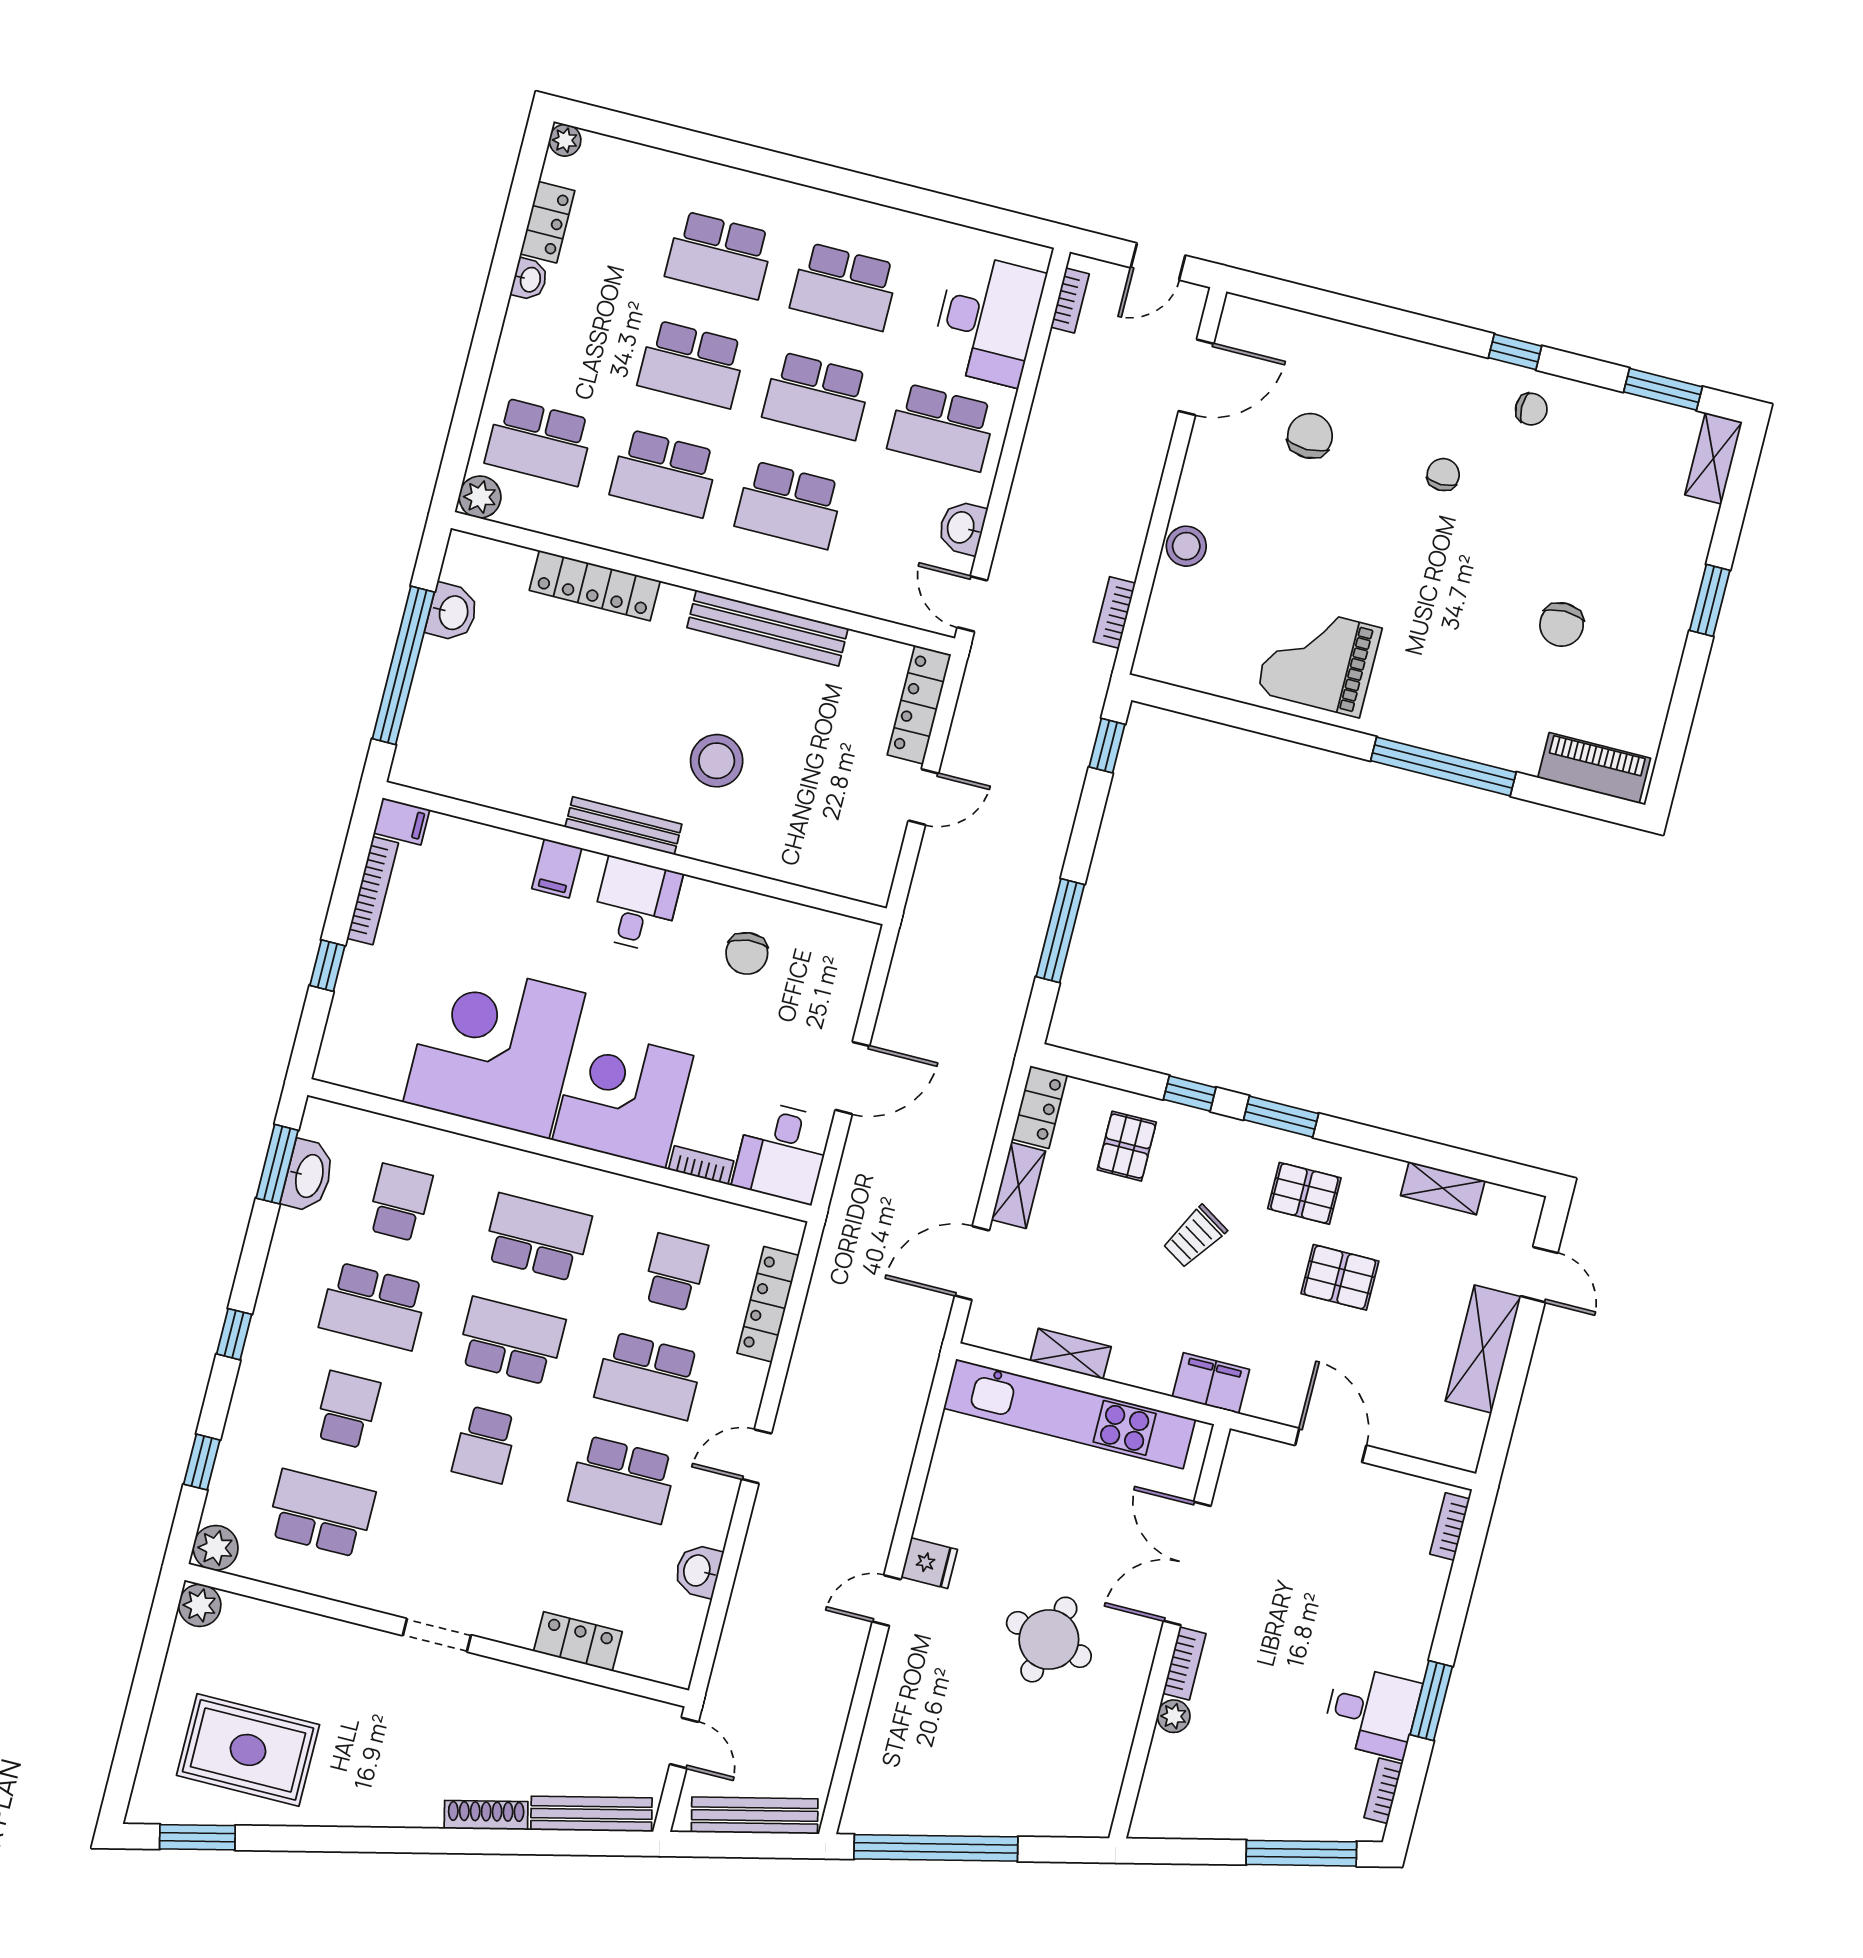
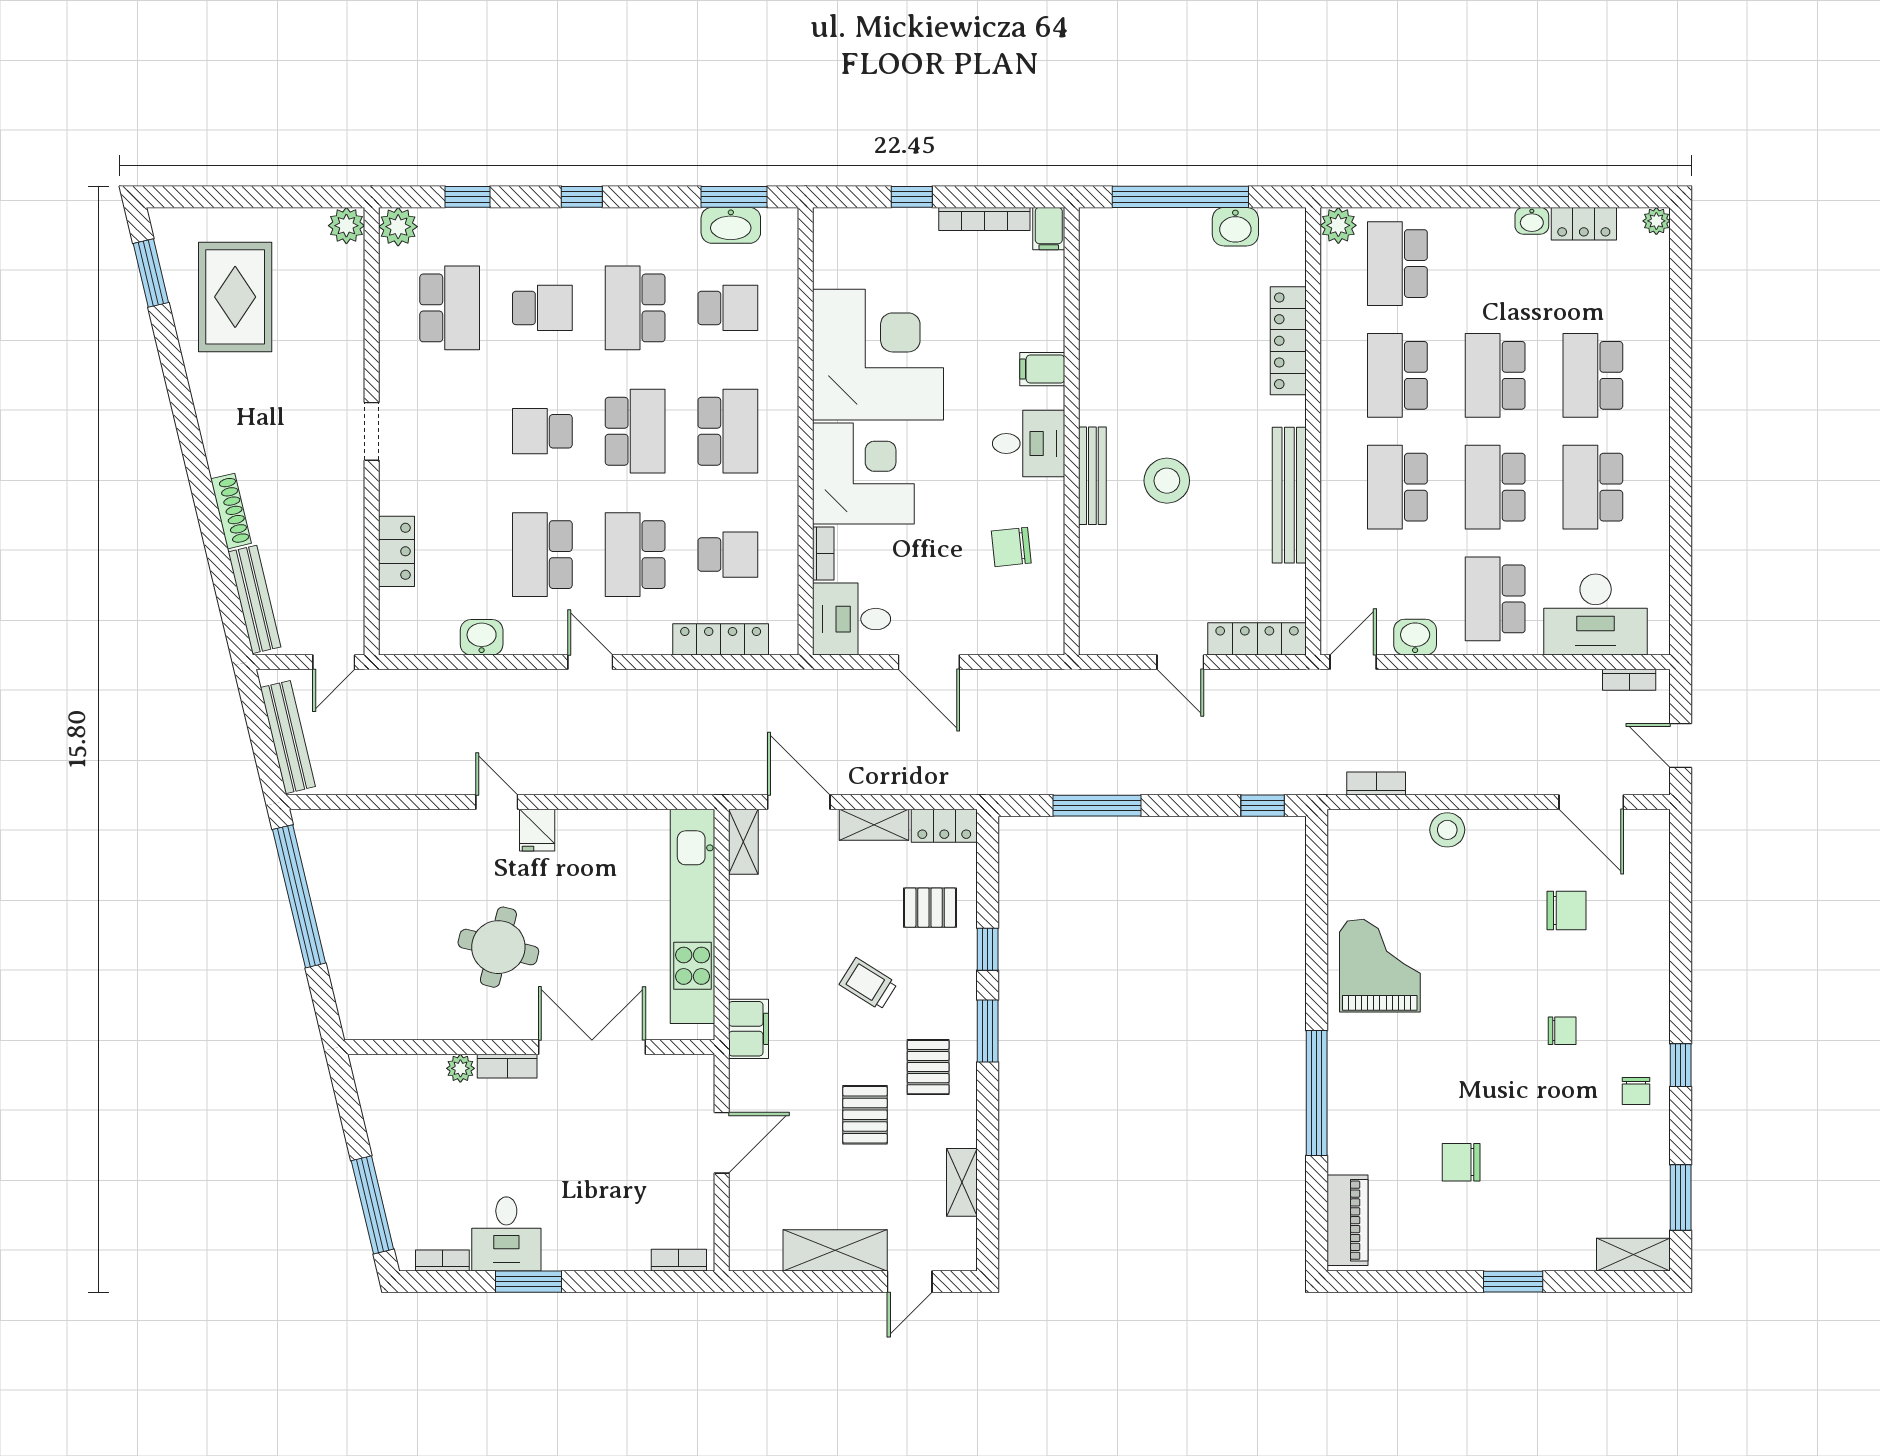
bench: (623, 826) -> (1092, 476), moved
shelving: (1071, 1354) -> (743, 842), moved

